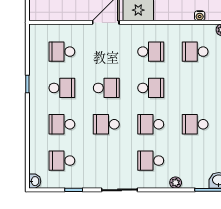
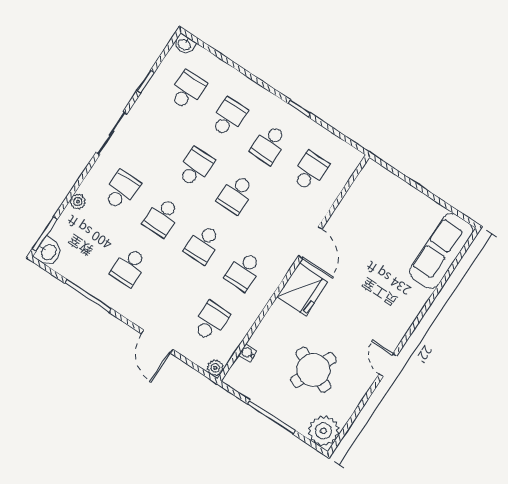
school desk: (151, 124) -> (162, 217), turned 180
school desk: (195, 124) -> (129, 267), turned 180

